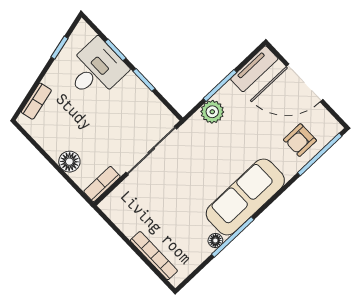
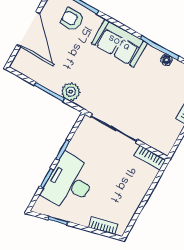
tv unit: (254, 69) -> (29, 70), removed
desk: (96, 70) -> (69, 182), width x1.37
armchair: (300, 140) -> (72, 19), turned 180
floor lamp: (69, 162) -> (141, 187), removed
sofa: (245, 197) -> (119, 43), width x0.73

